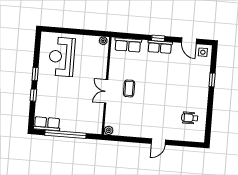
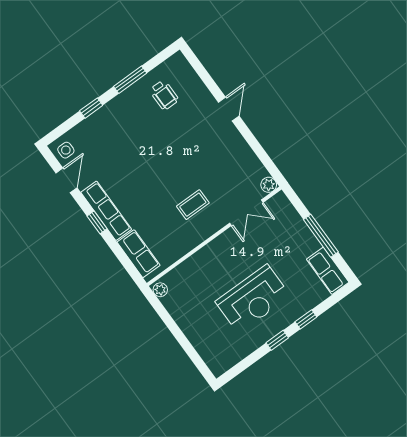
row of seats: (160, 47) -> (106, 211), width x1.48
reception desk: (62, 57) -> (253, 299), moved
double door: (106, 91) -> (246, 213), moved
window: (210, 108) -> (130, 80), added
window: (65, 134) -> (321, 236), width x0.68
door: (158, 142) -> (229, 109), hinge flipped

